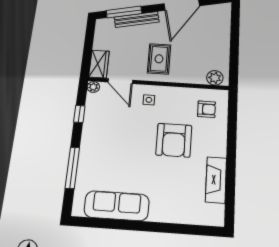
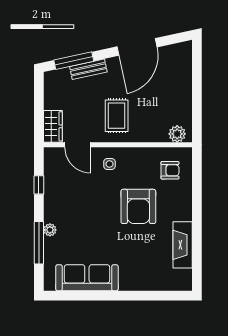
bench: (137, 19) -> (88, 69), width x0.73
plant: (93, 87) -> (50, 230), moved

